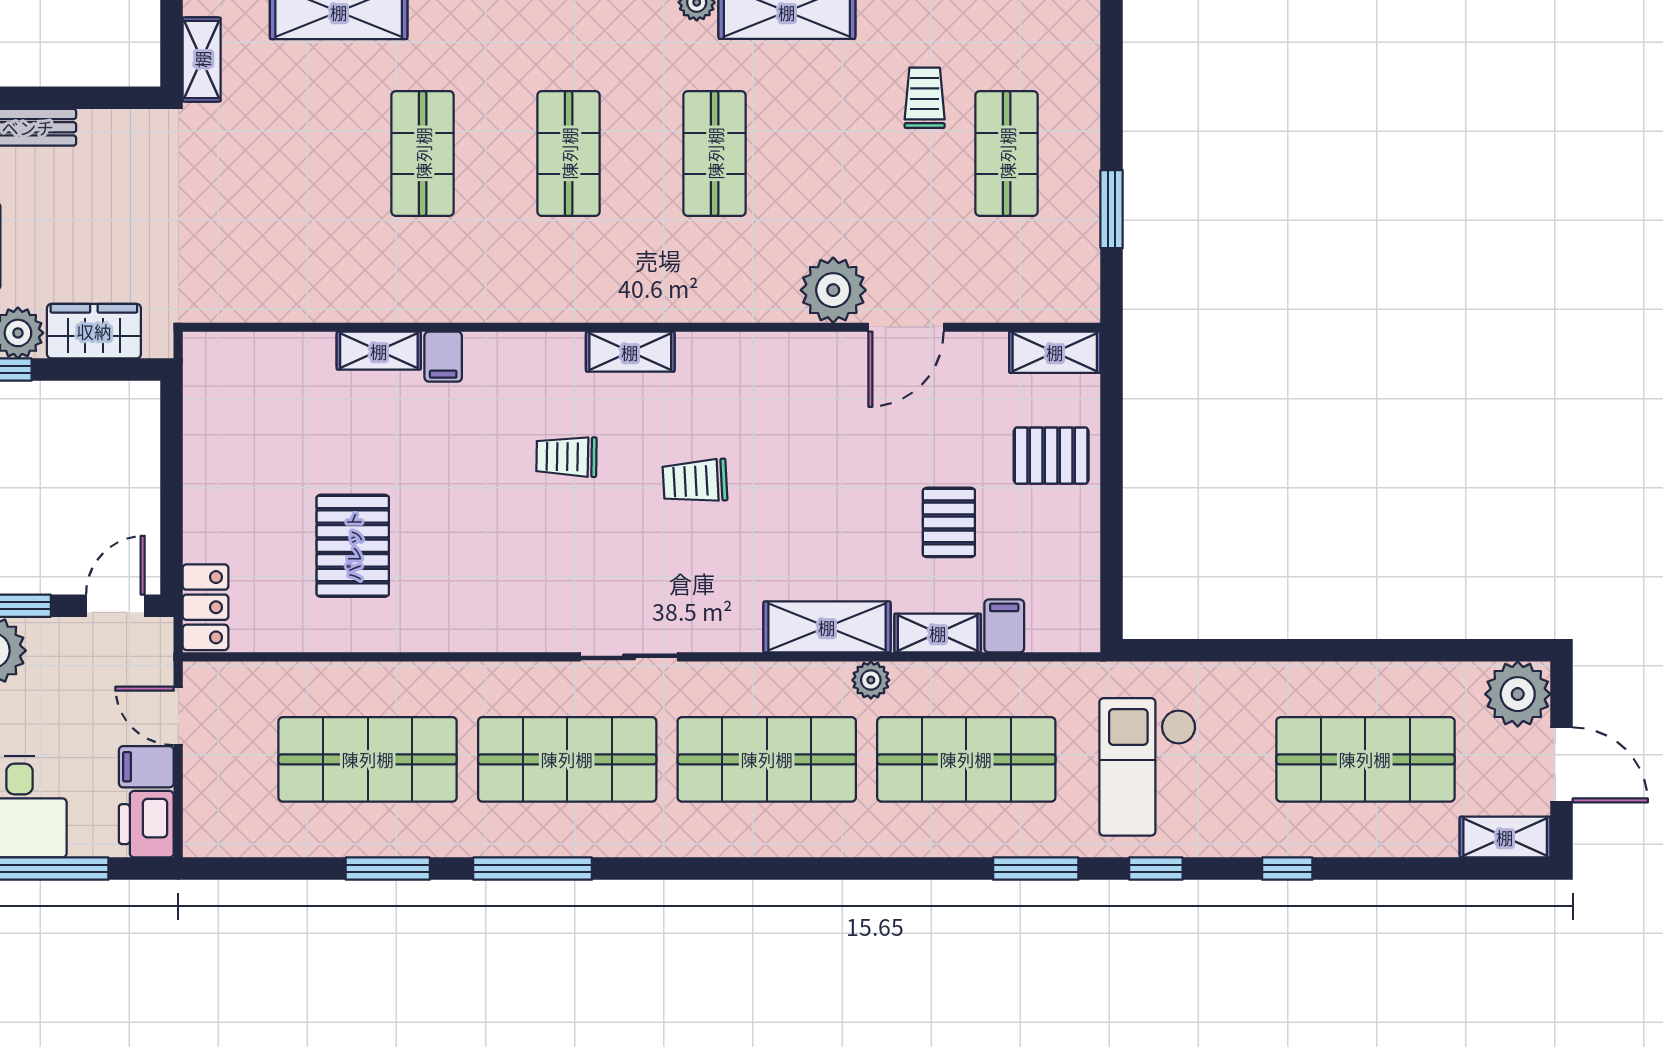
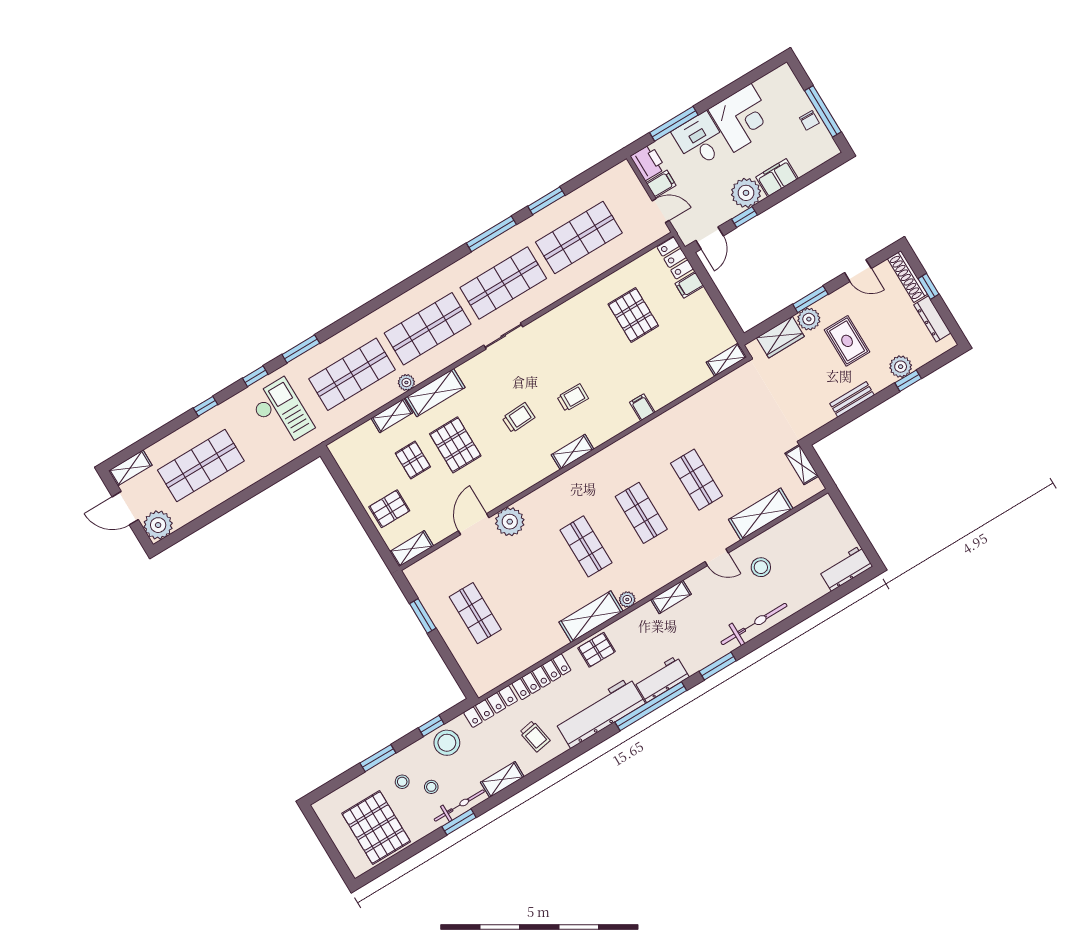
trolley: (925, 98) -> (519, 615), removed
shelving: (379, 351) -> (726, 360), moved
pallet: (849, 502) -> (455, 445), added
filing cabinet: (1004, 626) -> (689, 285), moved, turned 90

